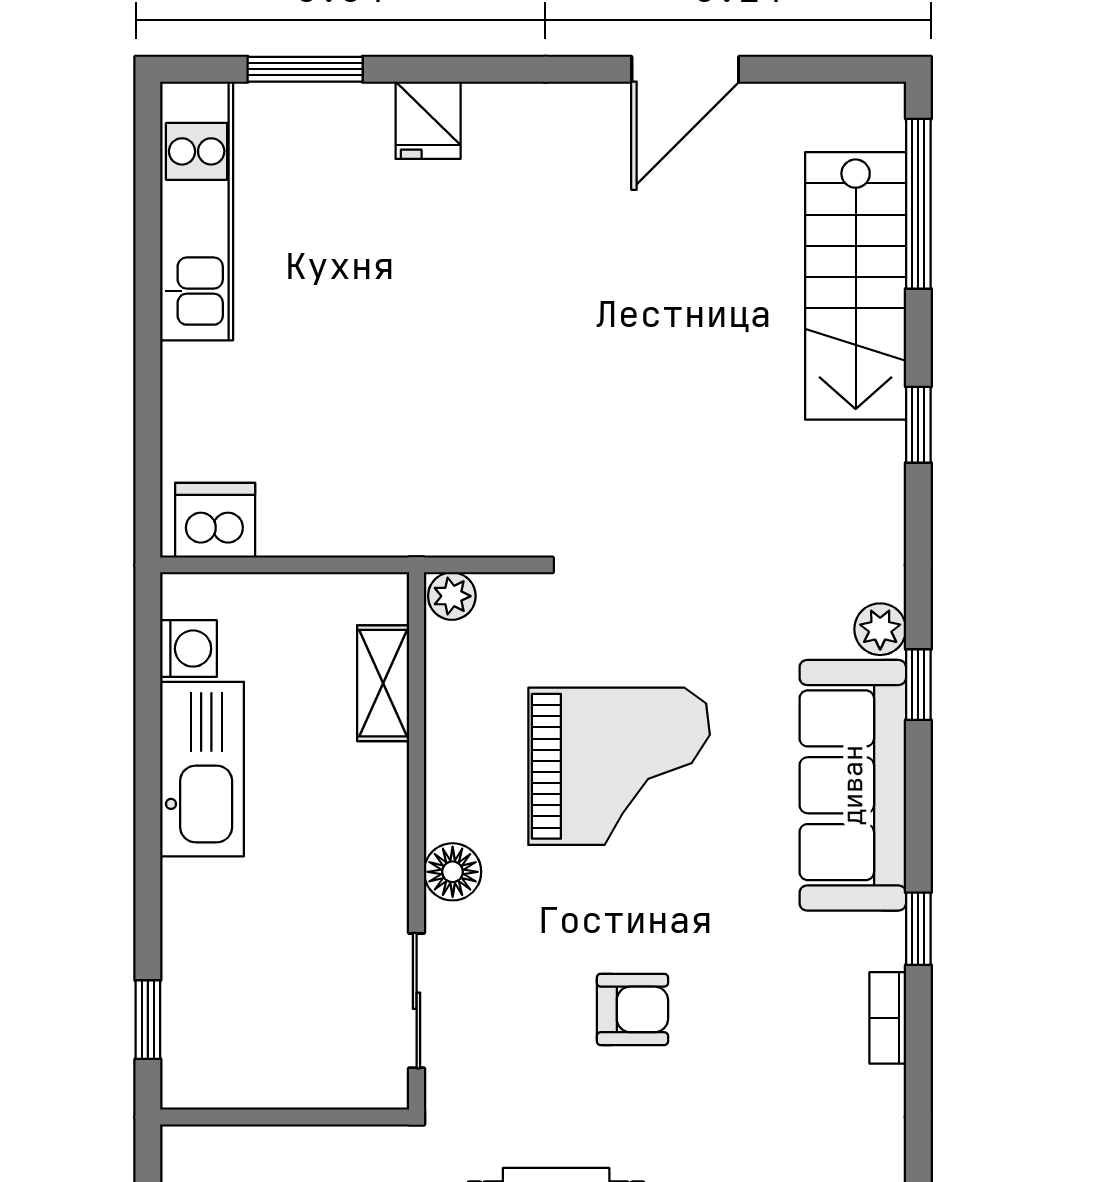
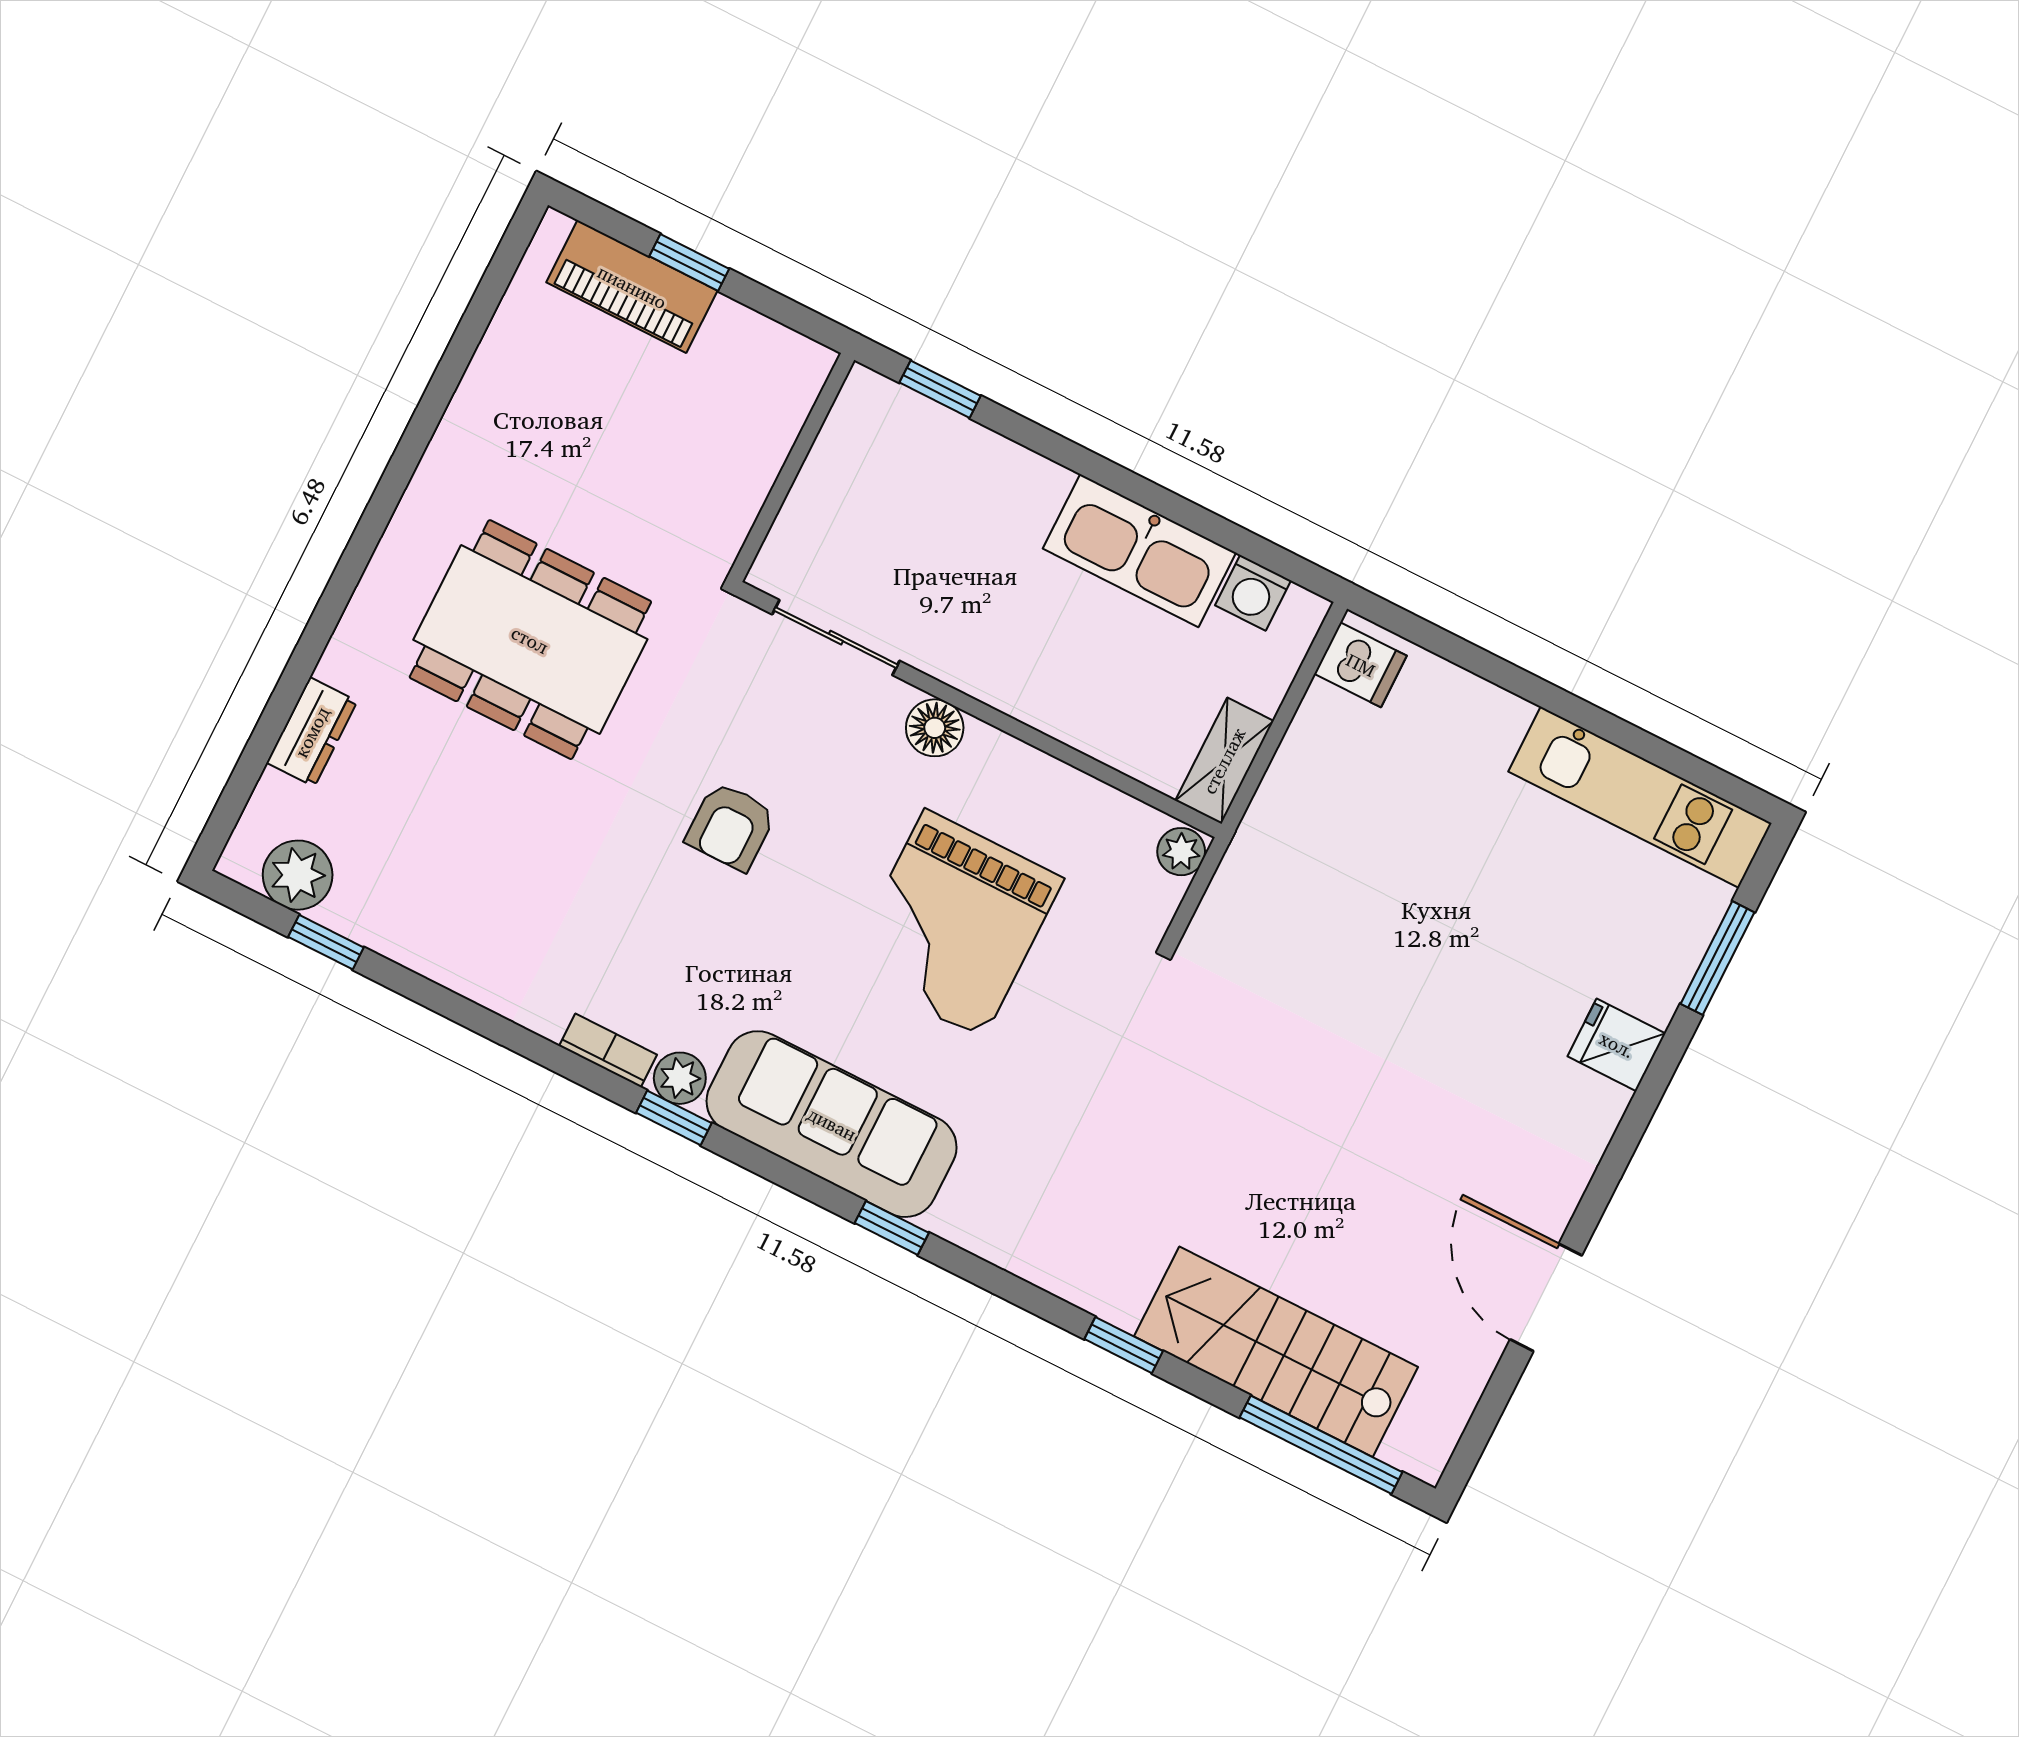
dishwasher: (215, 520) -> (1361, 665), width x0.73
plant: (880, 629) -> (680, 1078), moved
shelving: (383, 683) -> (1224, 761), moved, turned 90

